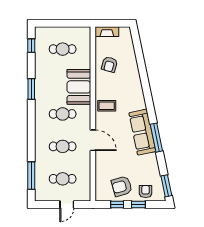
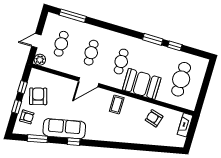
window: (31, 46) -> (175, 46), moved
cafe table: (63, 49) -> (181, 79), width x1.37, depth x1.35
sofa: (142, 132) -> (64, 129), moved
window: (156, 138) -> (74, 142), width x0.46
window: (166, 186) -> (37, 139), moved
plant: (85, 195) -> (40, 60), added
door: (67, 205) -> (36, 41), hinge flipped

